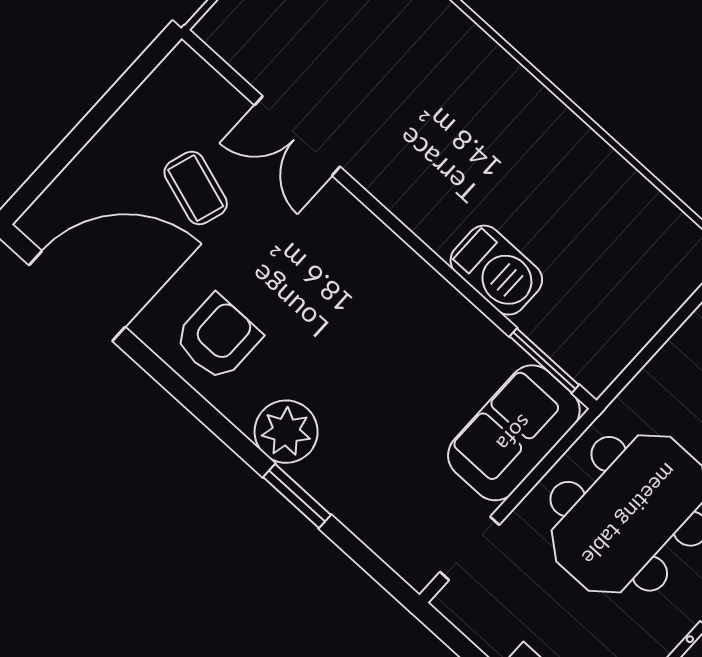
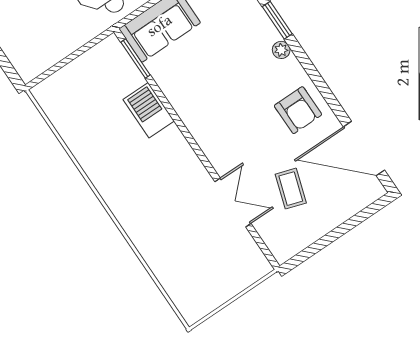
armchair: (218, 338) -> (298, 110), turned -90
plant: (286, 432) -> (281, 50), width x0.53, depth x0.53

